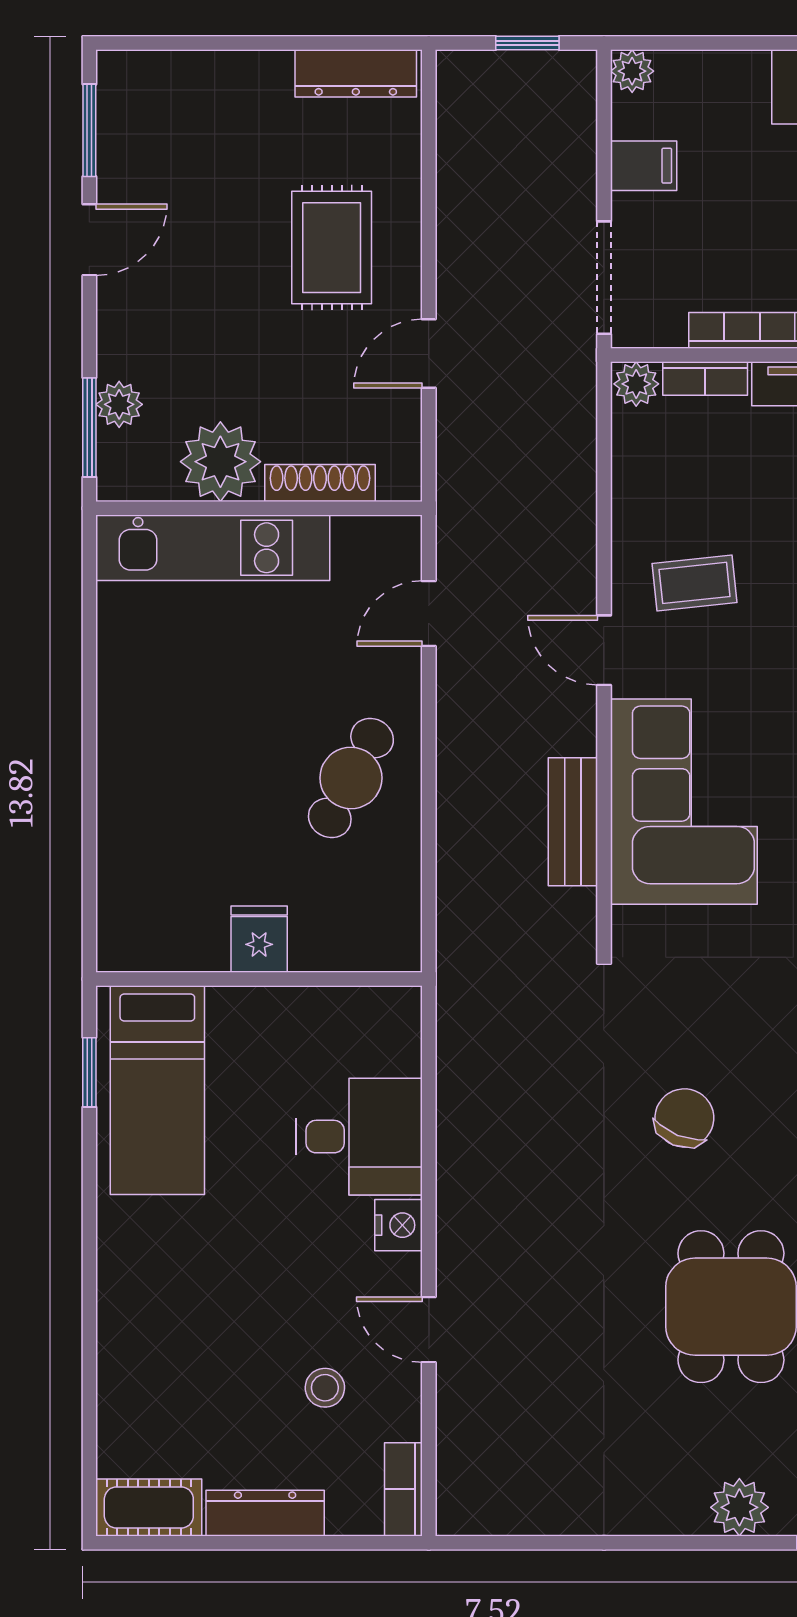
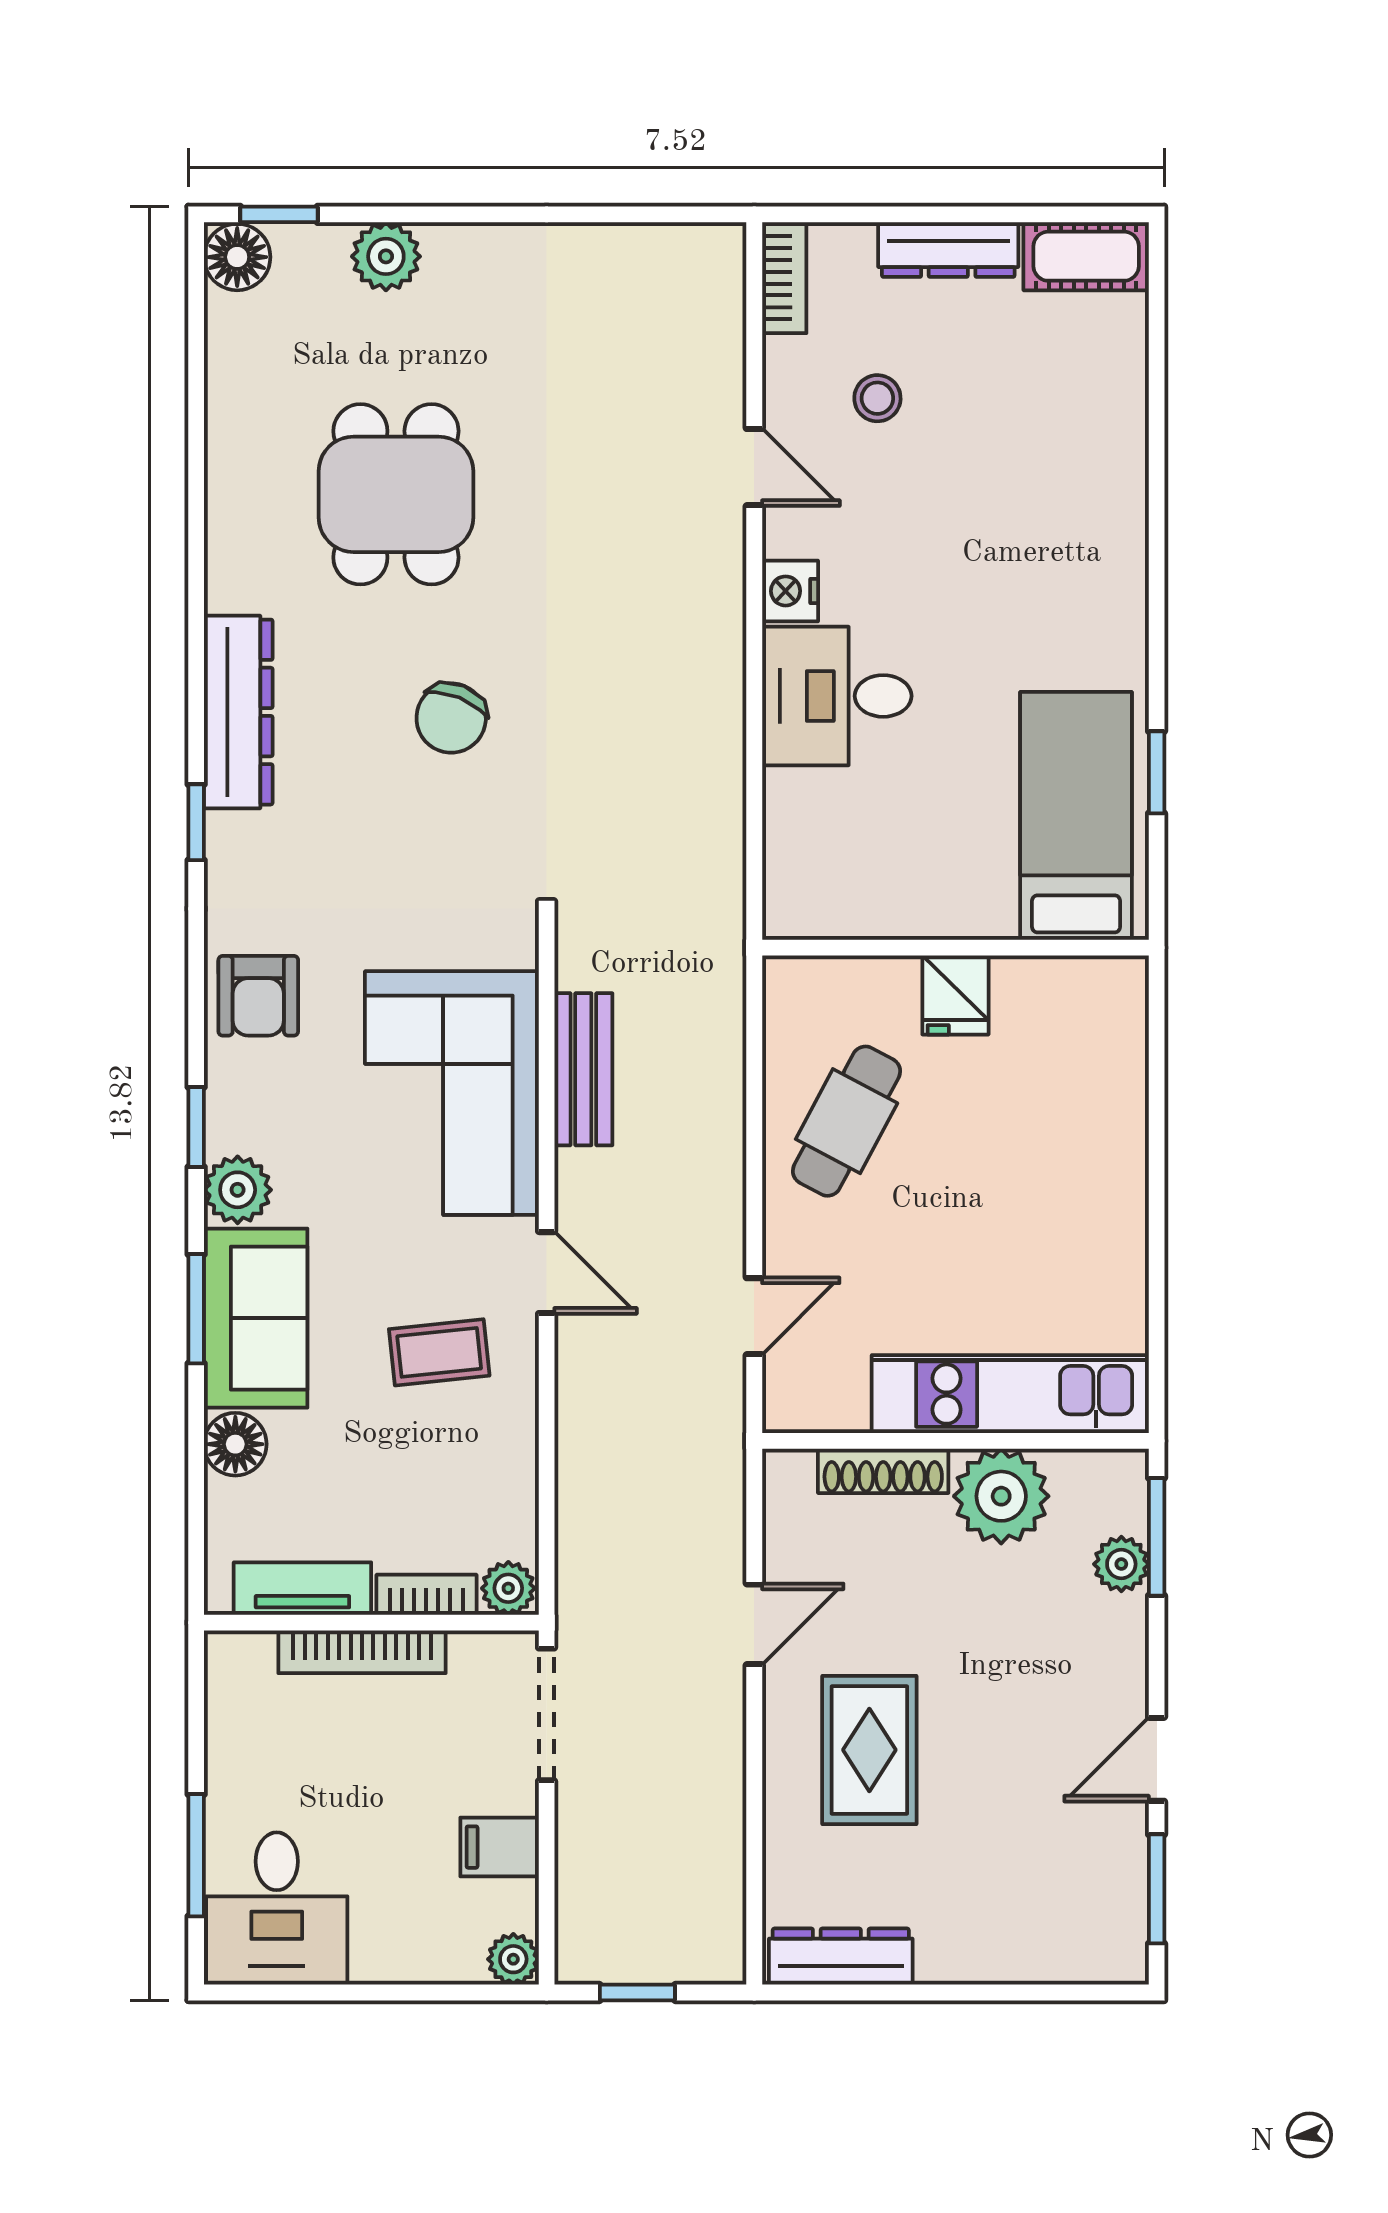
fridge: (259, 939) -> (955, 995), moved
wall: (259, 979) -> (955, 948), moved
bed: (157, 1090) -> (1076, 816), moved

